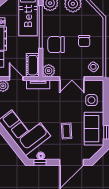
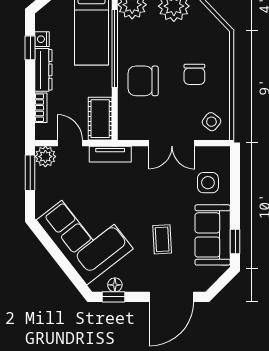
plant: (49, 71) -> (129, 129), removed

